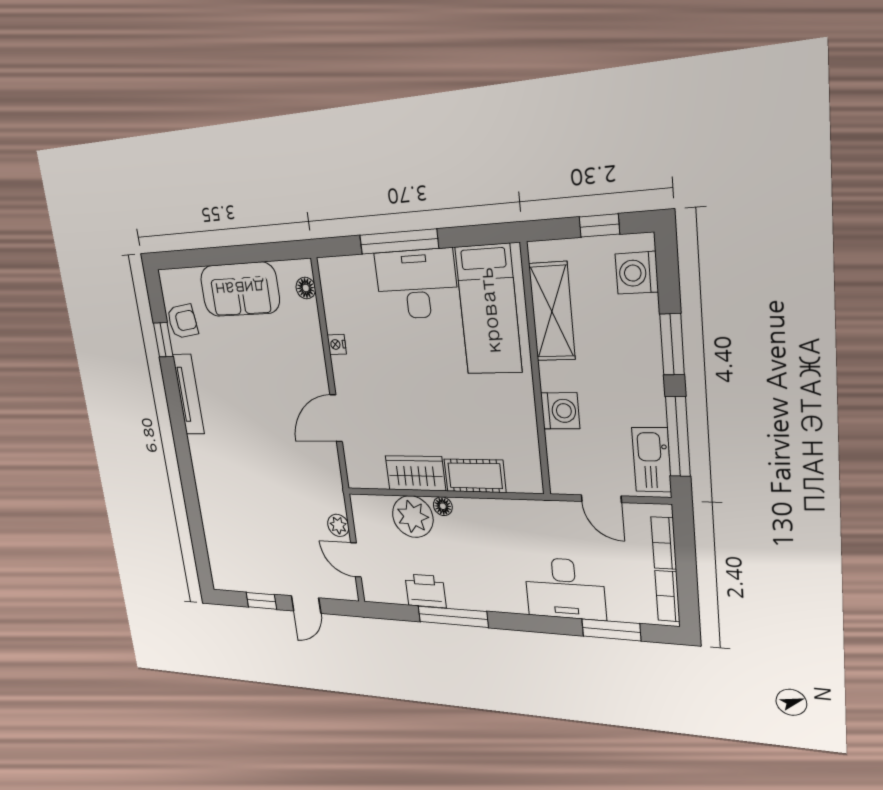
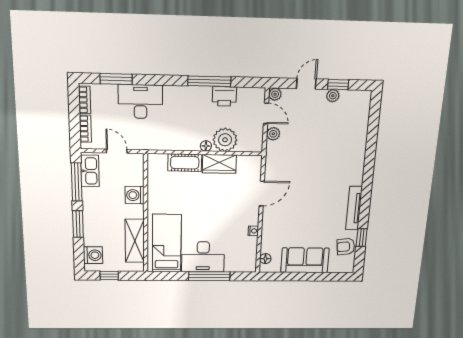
plant: (264, 584) -> (333, 96), added
plant: (348, 590) -> (275, 94), added

